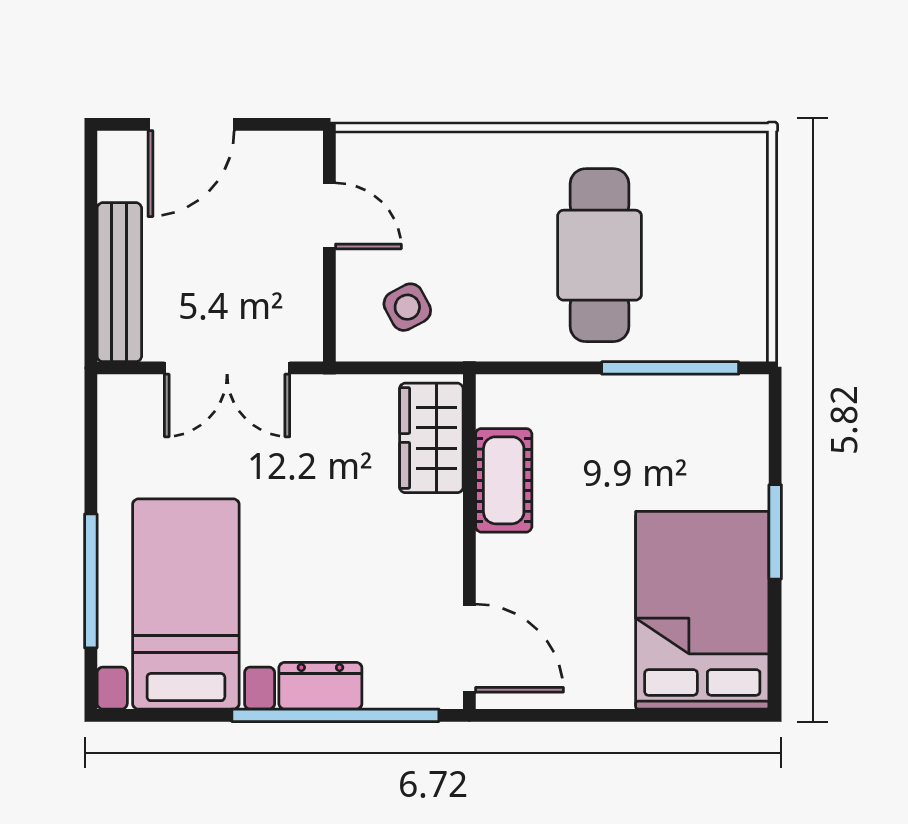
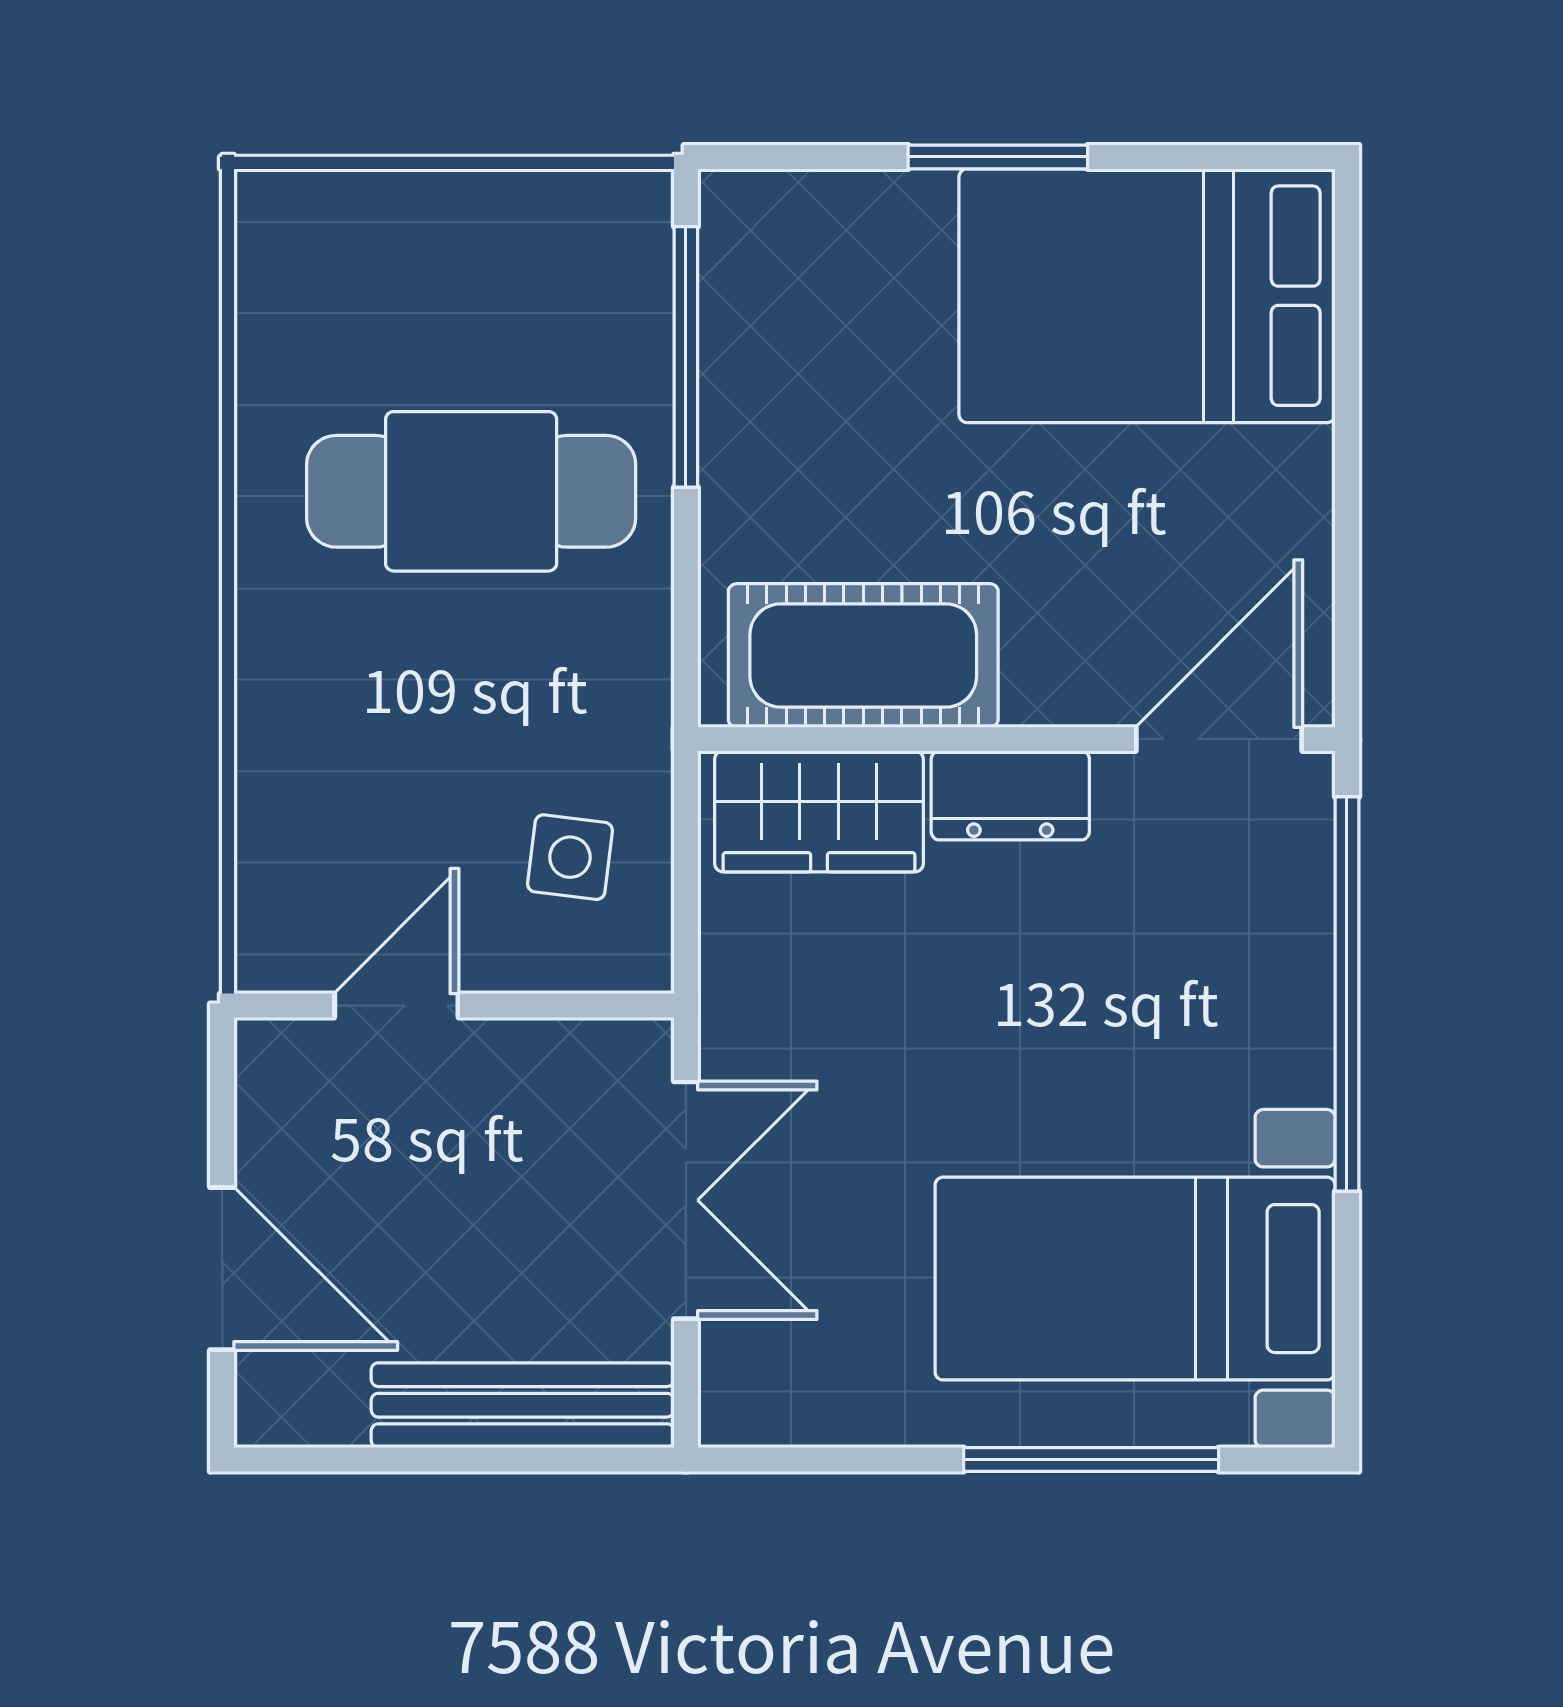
side table: (407, 307) -> (570, 857), turned 35
cot: (504, 480) -> (863, 655), width x1.37, depth x1.34
dresser: (320, 686) -> (1010, 795), moved, turned -90

